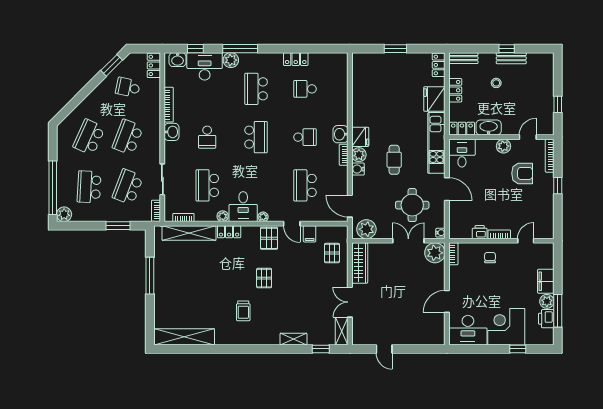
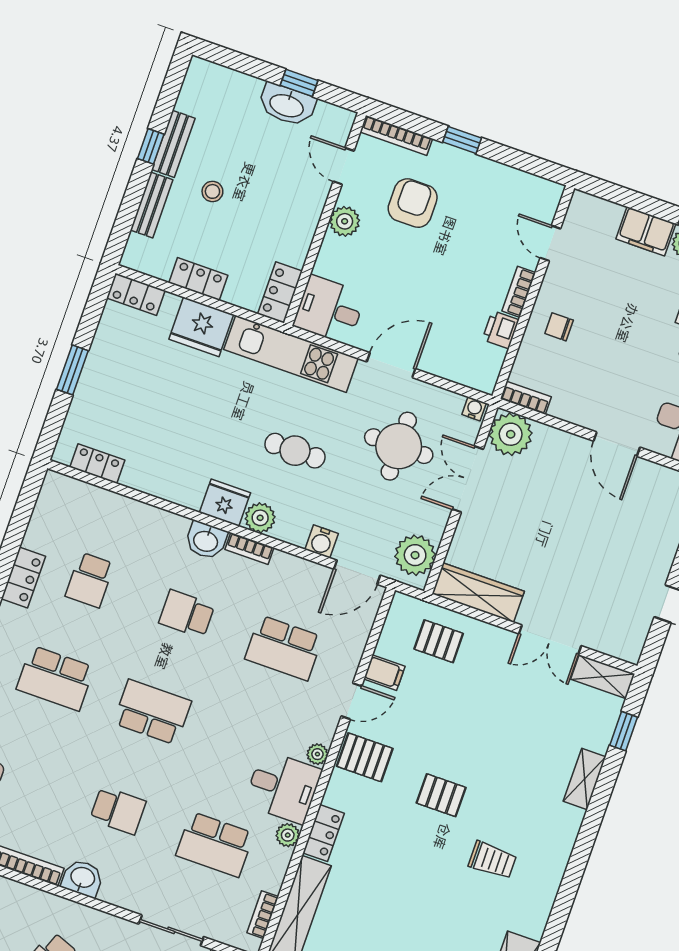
bench: (463, 58) -> (152, 205), moved
locker: (358, 74) -> (97, 464), added
washbasin: (489, 127) -> (287, 105), moved, turned -90
school desk: (305, 137) -> (187, 614), turned -90
water cooler: (358, 169) -> (322, 541), moved

